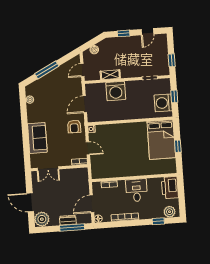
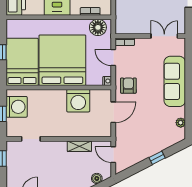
window: (47, 70) -> (157, 158), width x0.46
door: (82, 70) -> (113, 155), swing flipped
washing machine: (116, 91) -> (78, 101), moved, turned 180
sofa: (37, 138) -> (175, 81), width x1.36
bed: (129, 143) -> (62, 60), added
floor lamp: (102, 172) -> (98, 27), added

